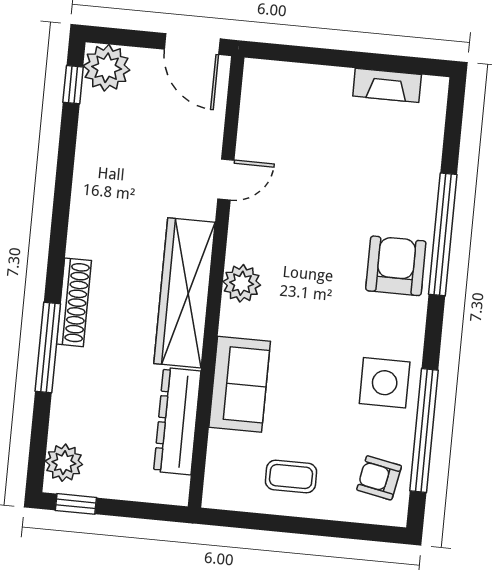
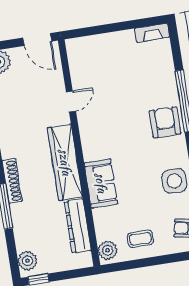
fireplace: (387, 85) -> (152, 33), moved
plant: (242, 283) -> (108, 250), moved
sofa: (240, 384) -> (101, 183), moved

